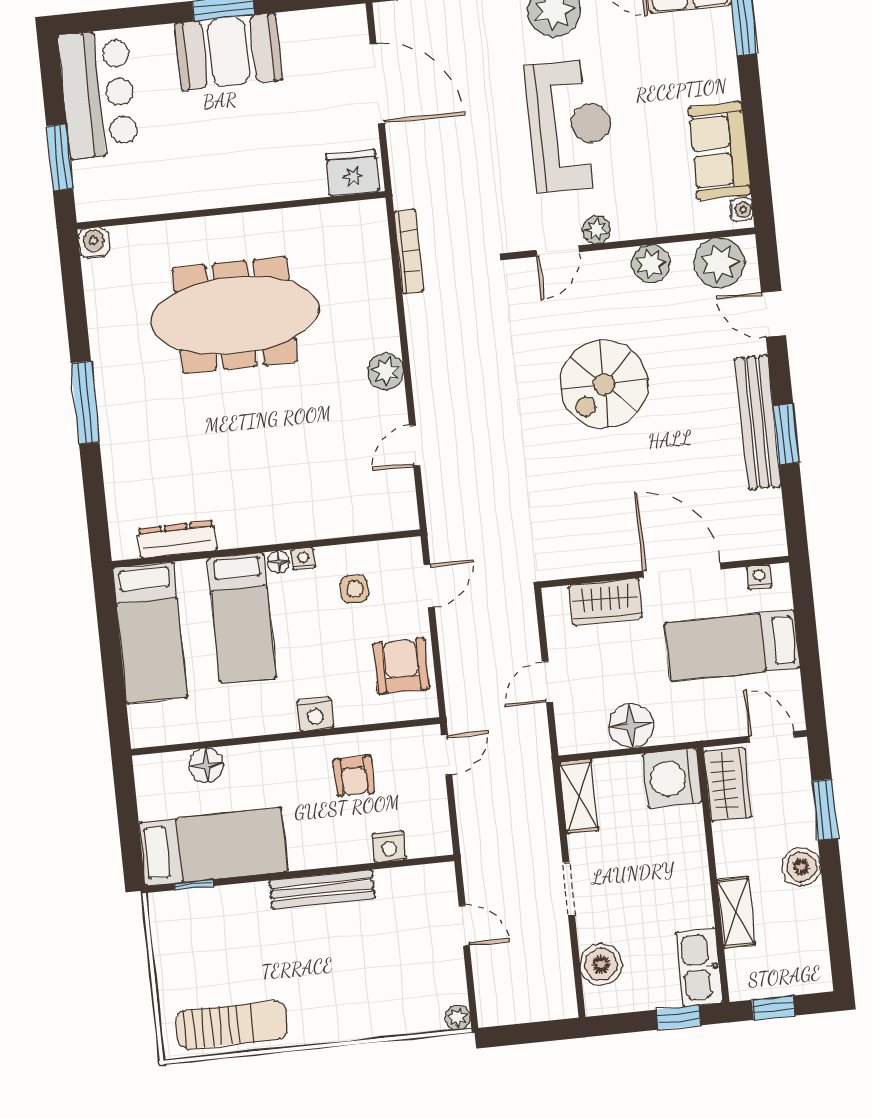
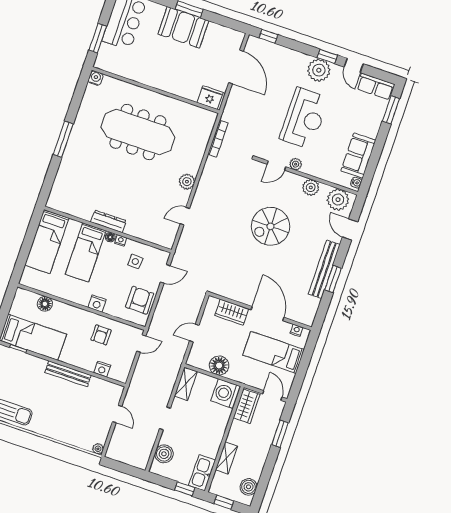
dresser: (177, 539) -> (108, 221), moved
boiler: (801, 867) -> (248, 487), moved

